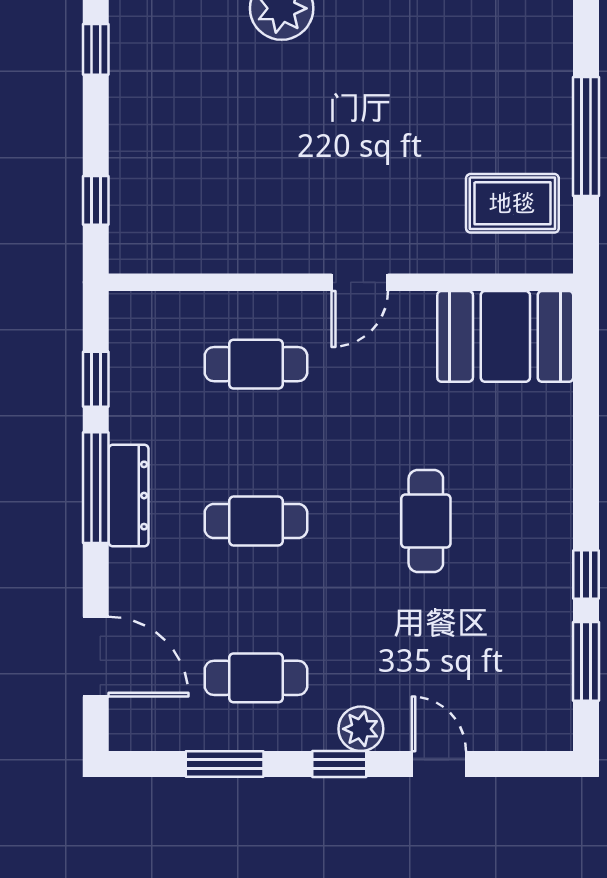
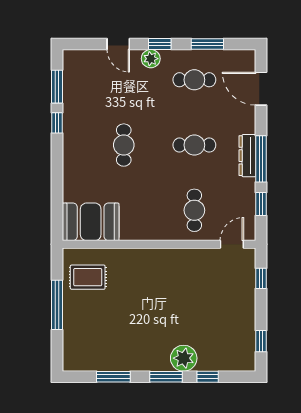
door: (360, 282) -> (232, 244), moved
cafe table: (256, 364) -> (194, 210), turned 90

